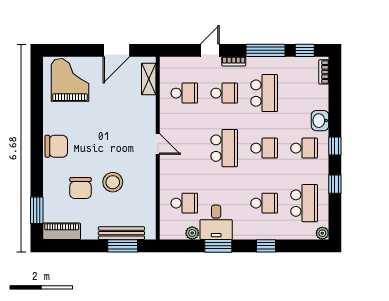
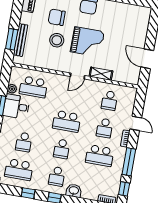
shelving: (149, 79) -> (101, 74), moved
grand piano: (70, 80) -> (87, 42), moved
school desk: (184, 203) -> (34, 87), width x1.85

